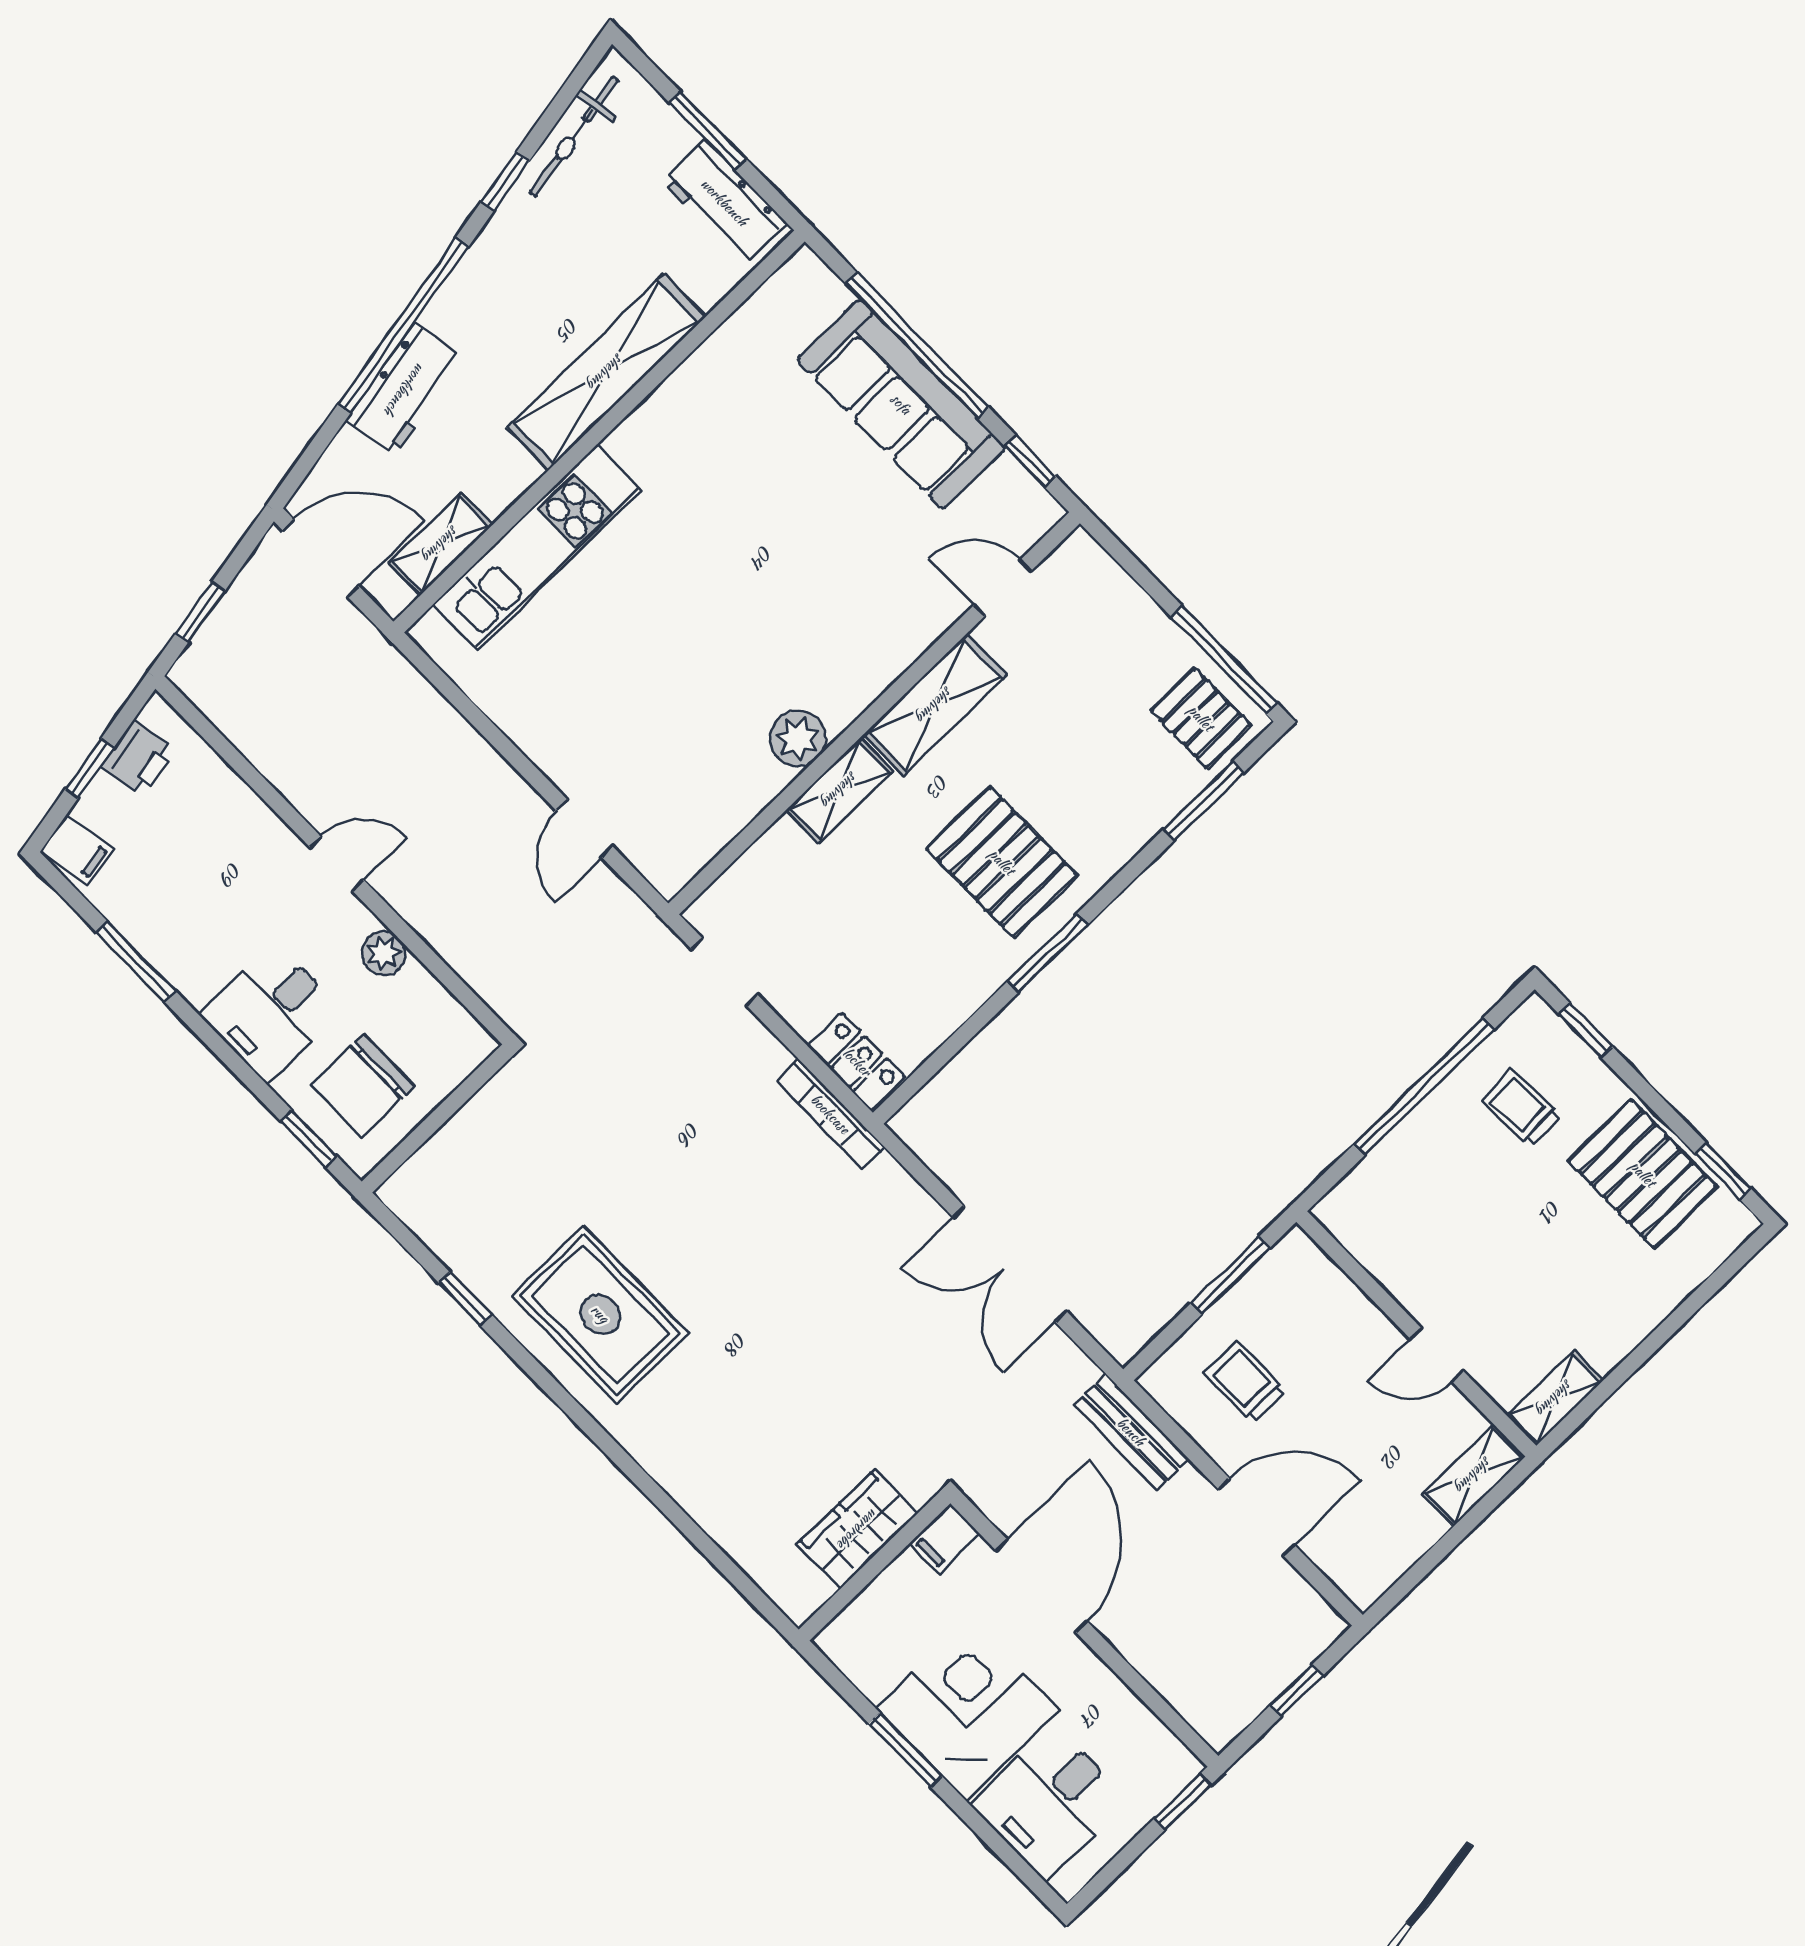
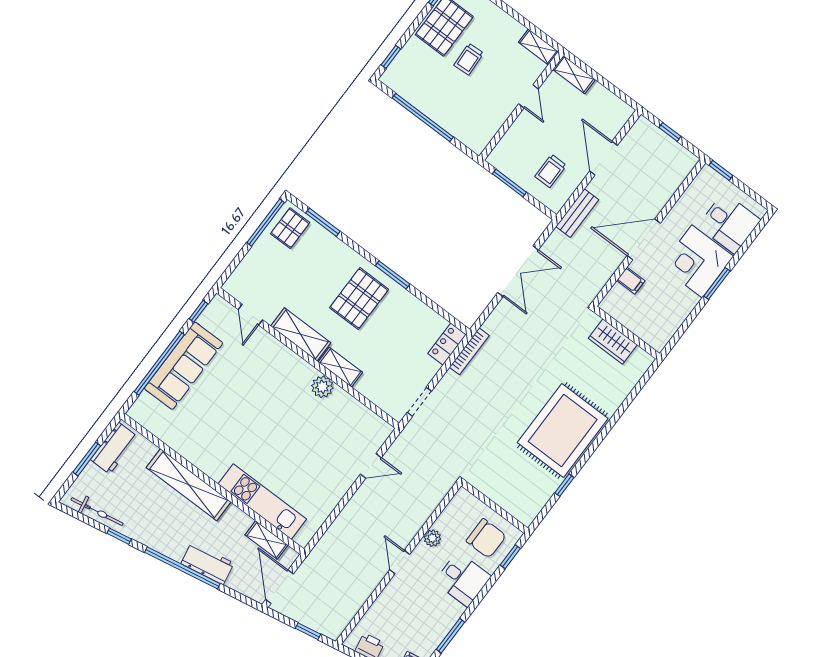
trolley: (1521, 1108) -> (469, 59), moved
rug: (600, 1314) -> (563, 431), width x1.37, depth x1.44
wardrobe: (858, 1529) -> (613, 341), moved
wall: (874, 1566) -> (627, 333), moved

